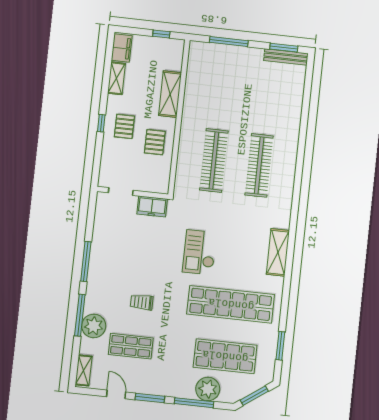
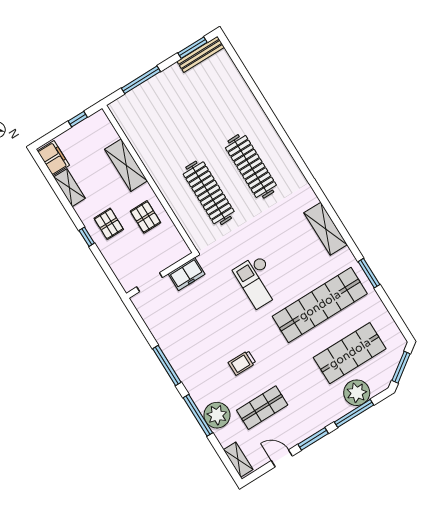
window: (280, 346) -> (369, 273), moved

